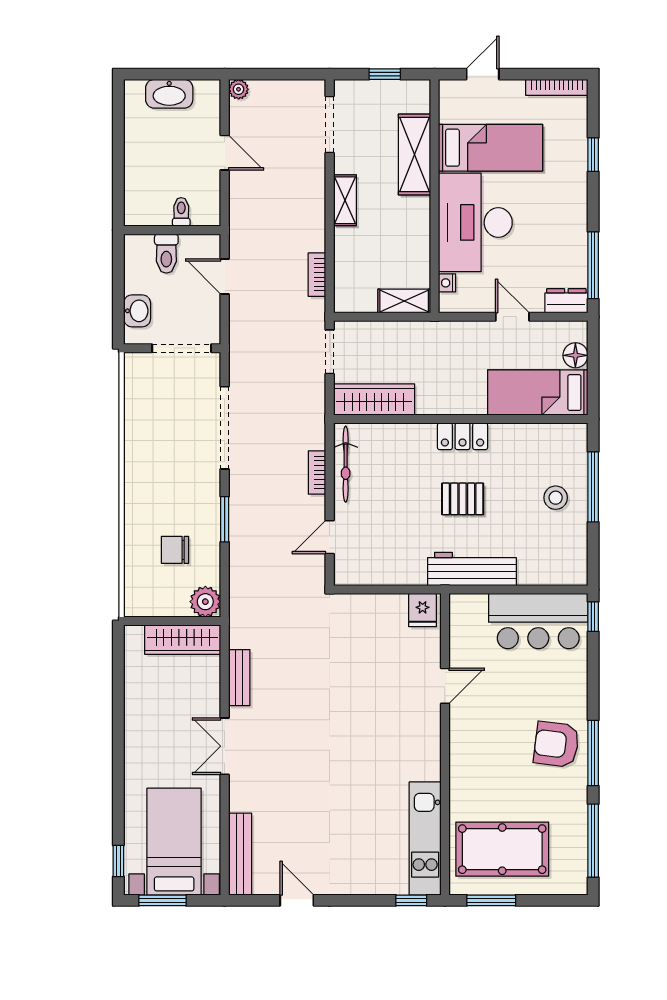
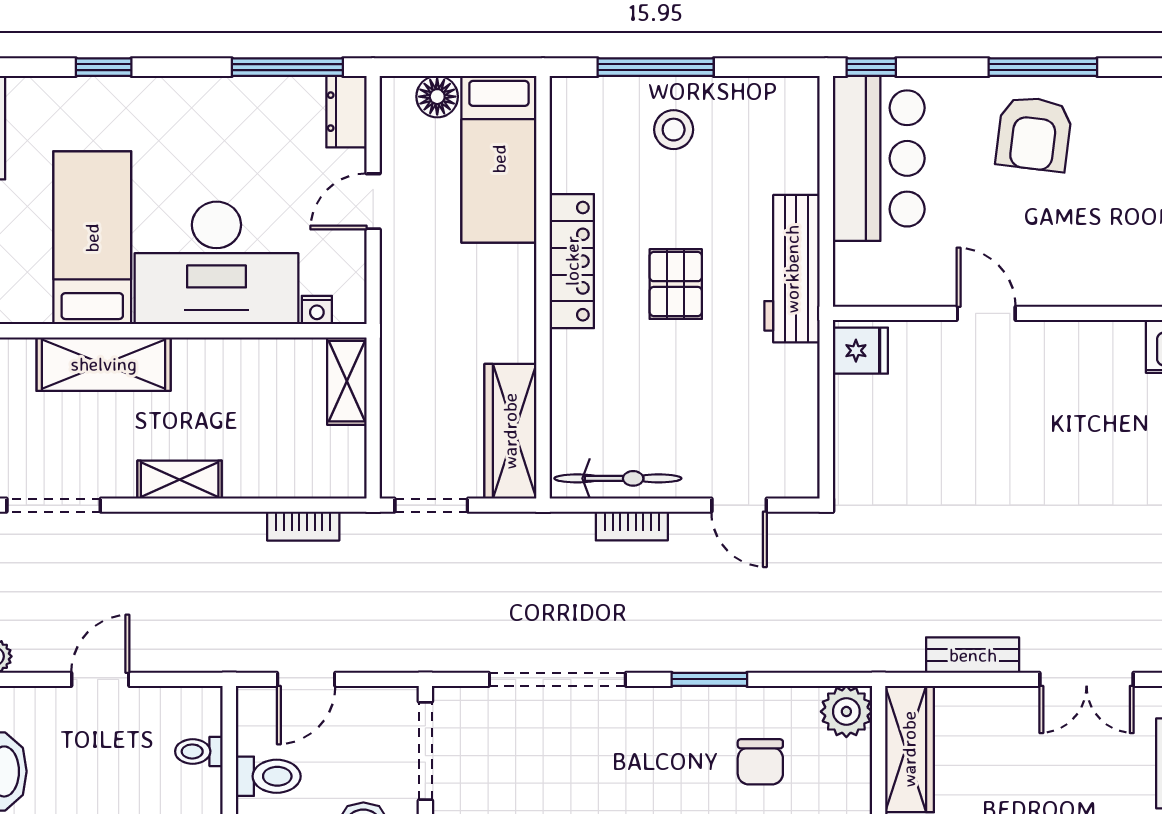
locker: (463, 436) -> (572, 261), width x1.53
armchair: (556, 744) -> (1034, 134), moved
window: (593, 753) -> (1043, 67), moved

